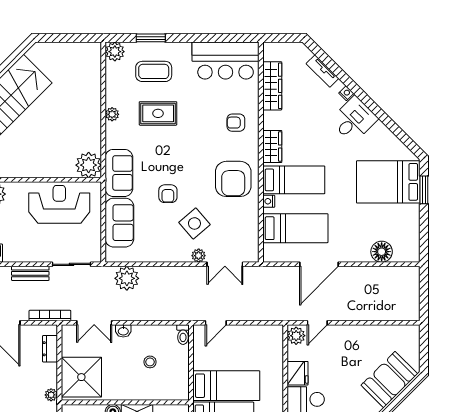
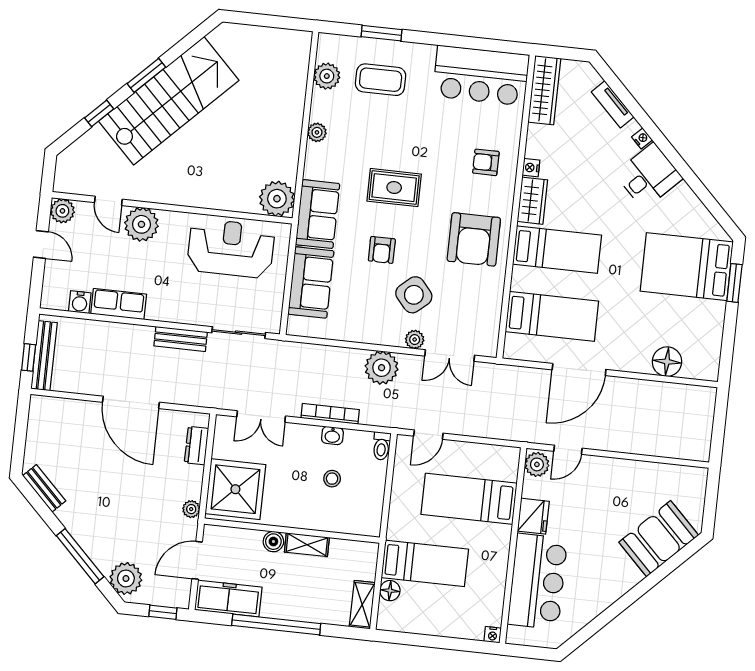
plant: (115, 52) -> (327, 76), moved
wardrobe: (272, 86) -> (544, 90), moved
rug: (158, 113) -> (394, 188), moved
nightstand: (269, 201) -> (531, 168), moved
plant: (127, 278) -> (382, 368), moved
bookcase: (50, 316) -> (330, 414), moved
washbasin: (123, 331) -> (332, 435), moved
bed: (226, 386) -> (469, 499), moved, turned 180

